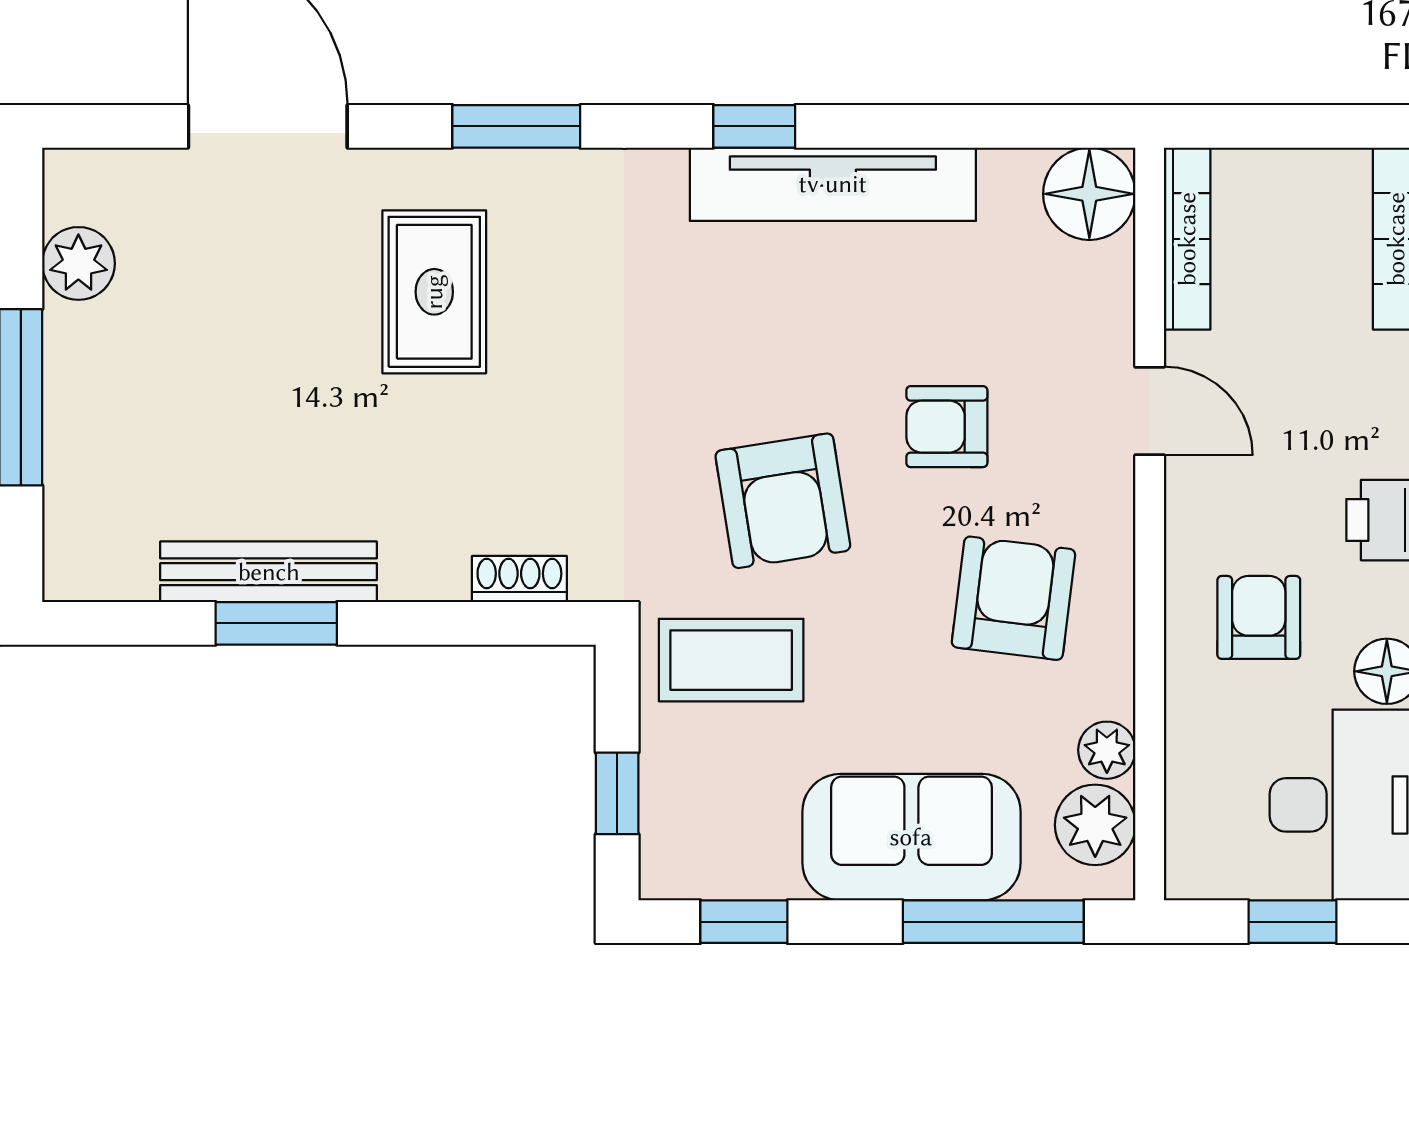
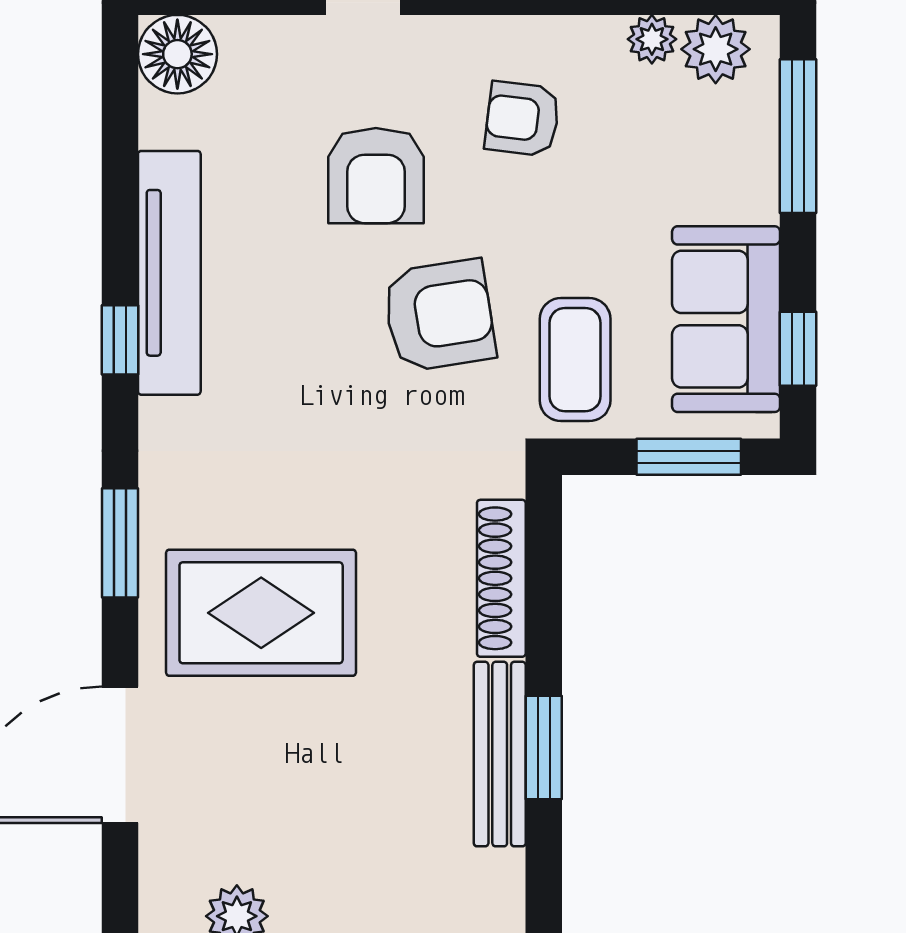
rug: (434, 292) -> (261, 613), width x1.36, depth x1.43
armchair: (947, 427) -> (376, 176), width x1.38, depth x1.38
shoe rack: (519, 579) -> (501, 578), width x1.94, depth x1.24
armchair: (1013, 598) -> (522, 119), width x0.72, depth x0.72
window: (617, 793) -> (689, 457), width x1.50
sofa: (911, 837) -> (726, 319), moved

